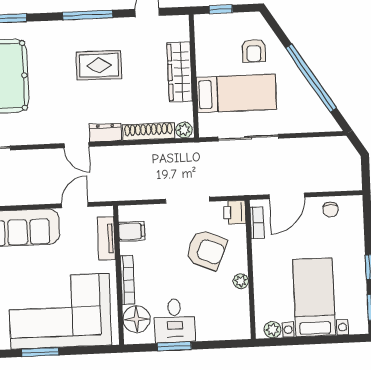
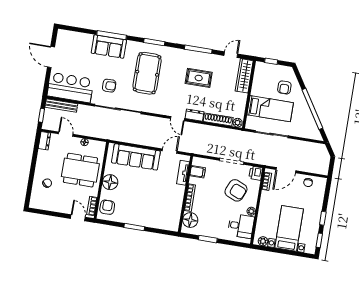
wardrobe: (180, 72) -> (244, 76), moved
corner sofa: (60, 311) -> (149, 207), removed
desk: (175, 321) -> (241, 226), moved, turned -90

